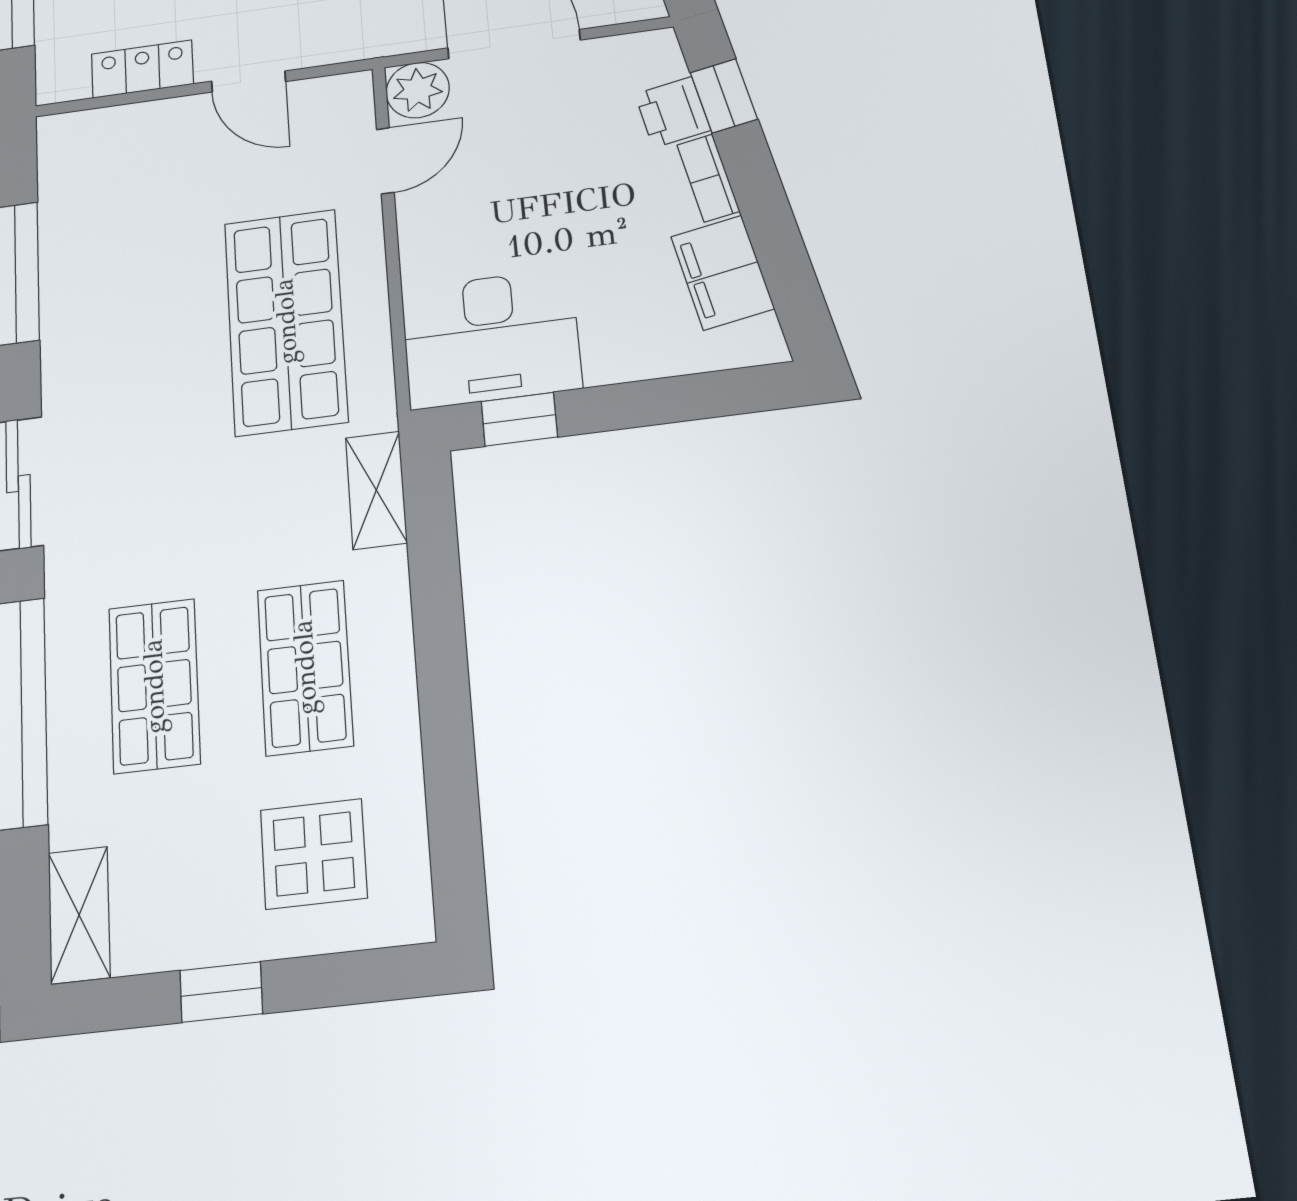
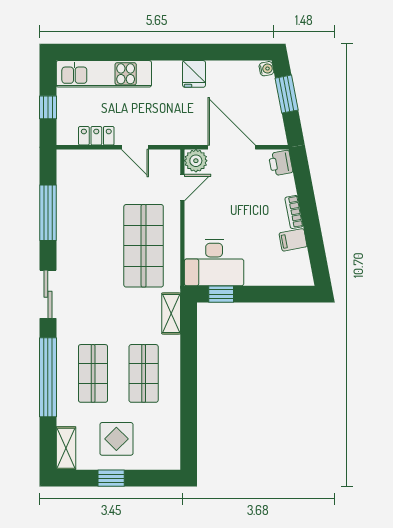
window: (724, 96) -> (303, 180), removed
printer: (673, 112) -> (281, 163), moved
filing cabinet: (723, 273) -> (293, 240), width x0.50
display table: (314, 854) -> (116, 439), moved

